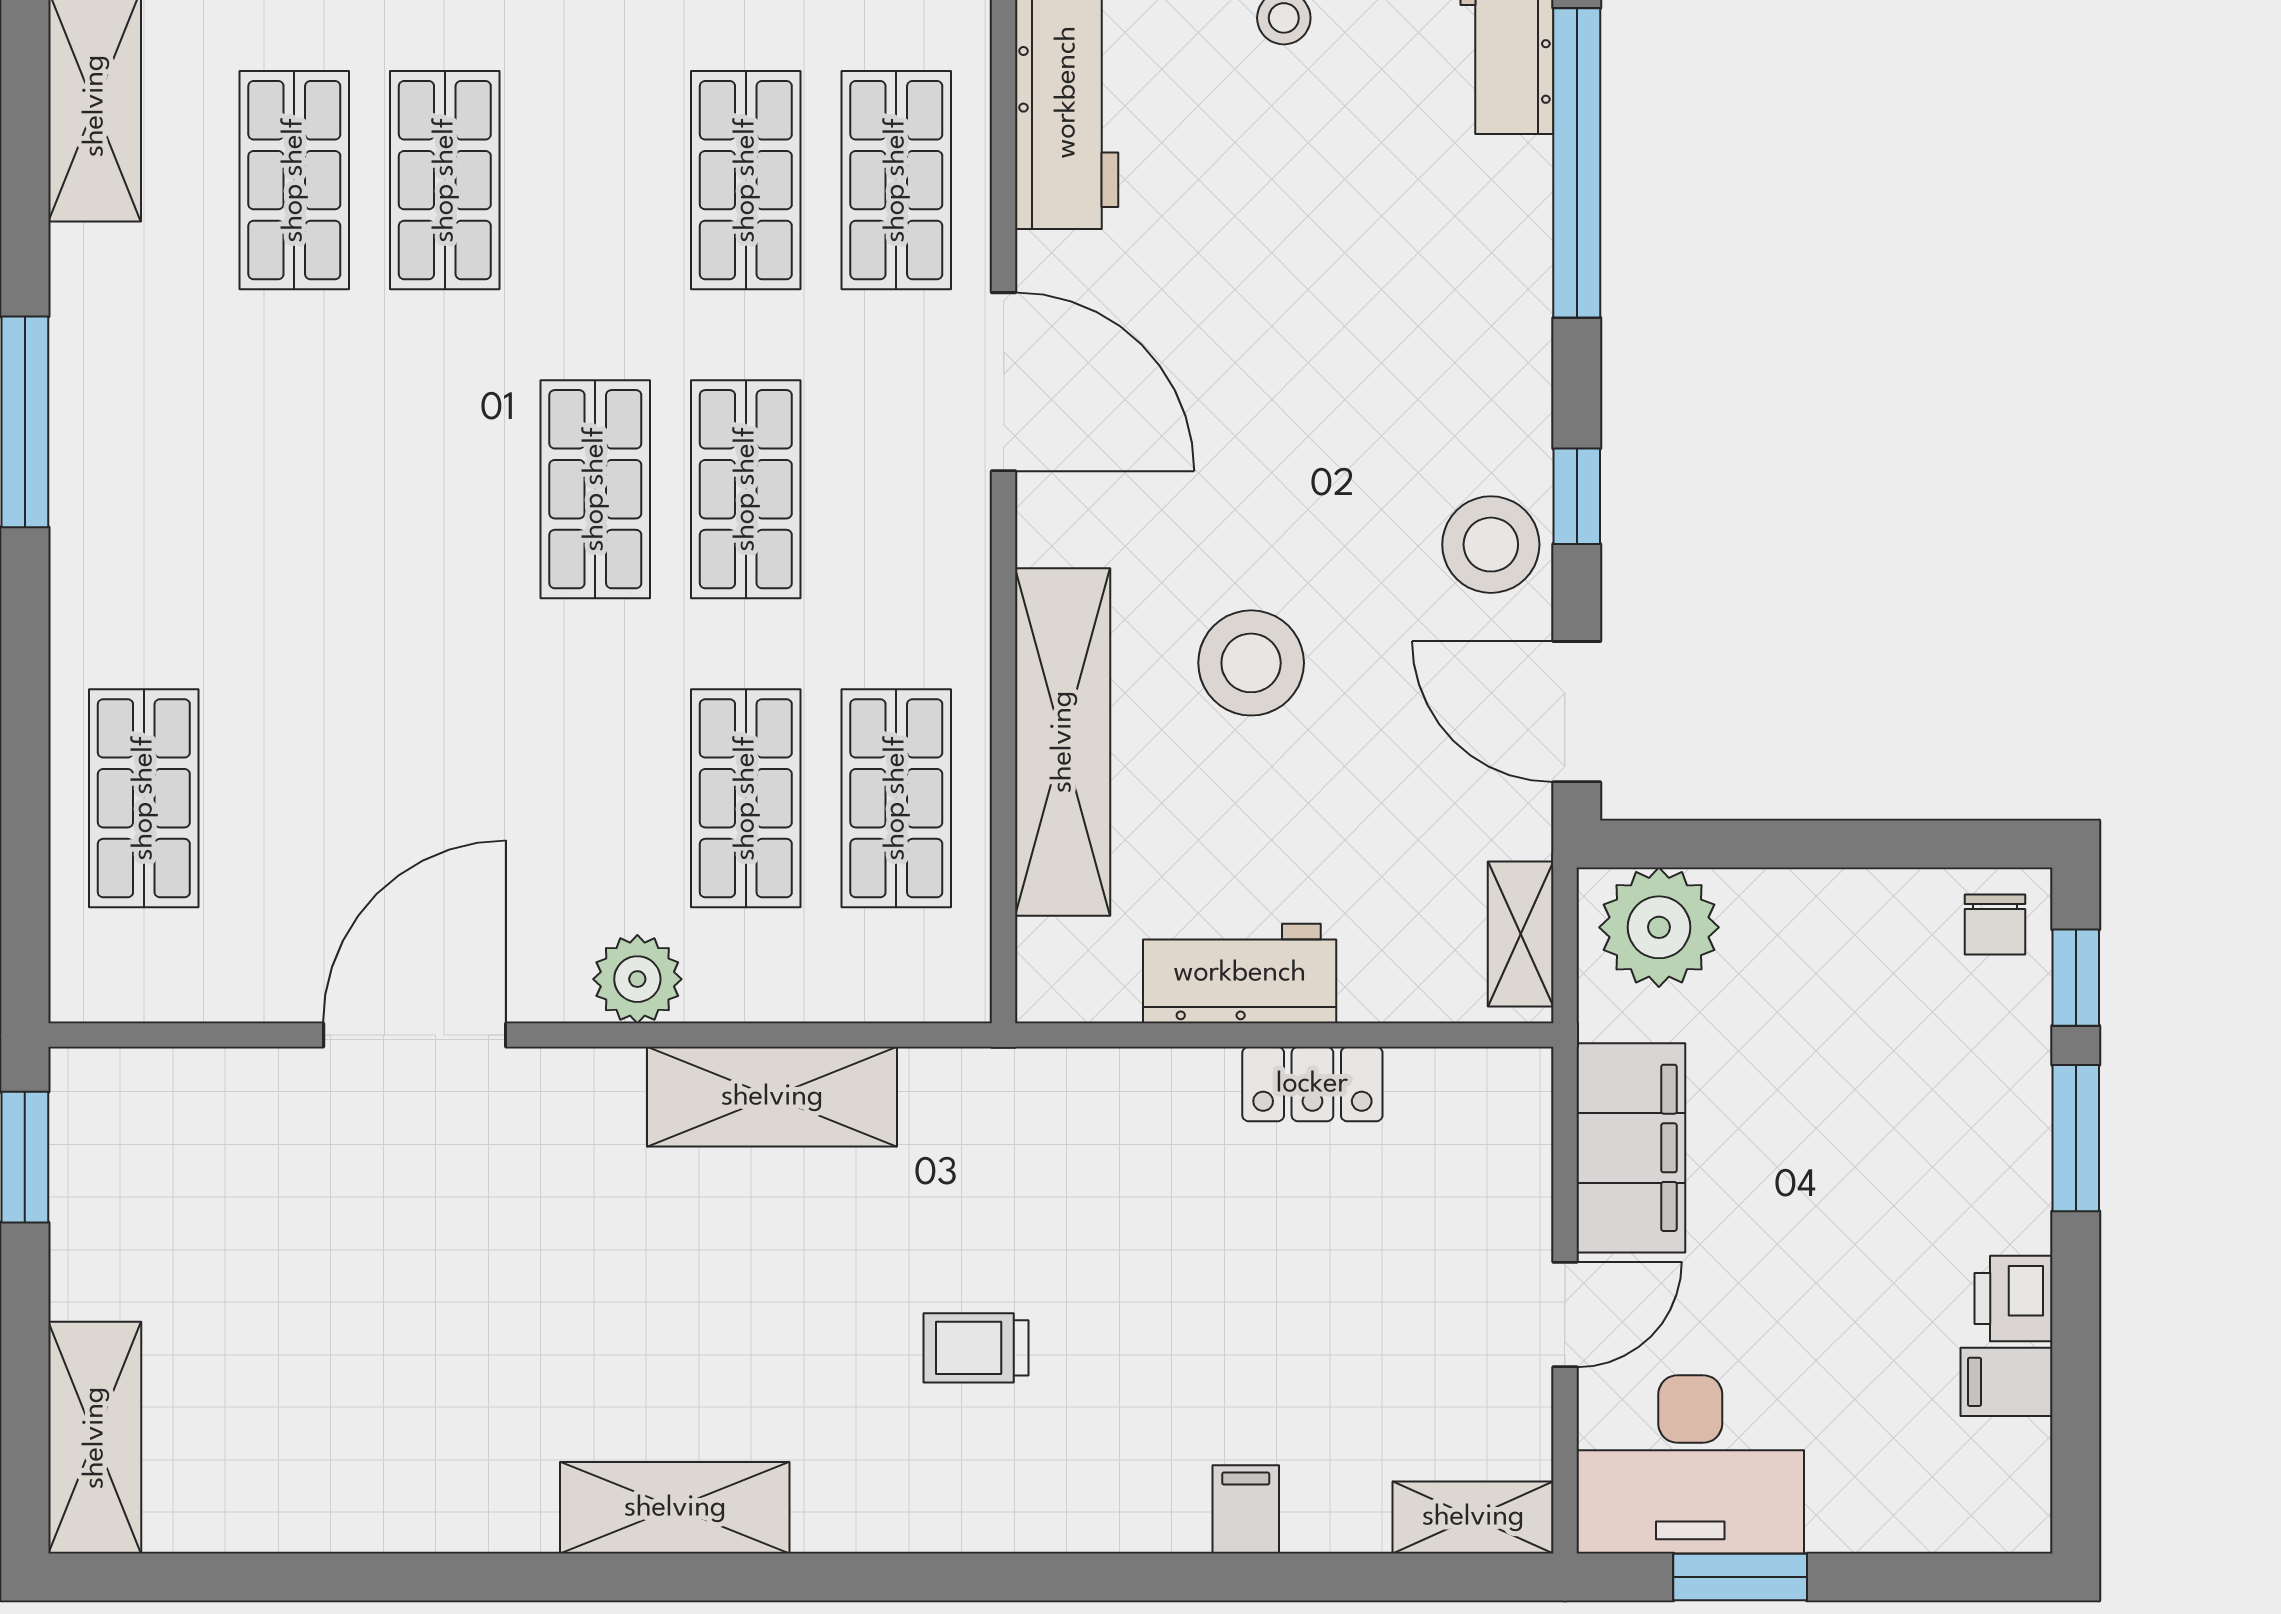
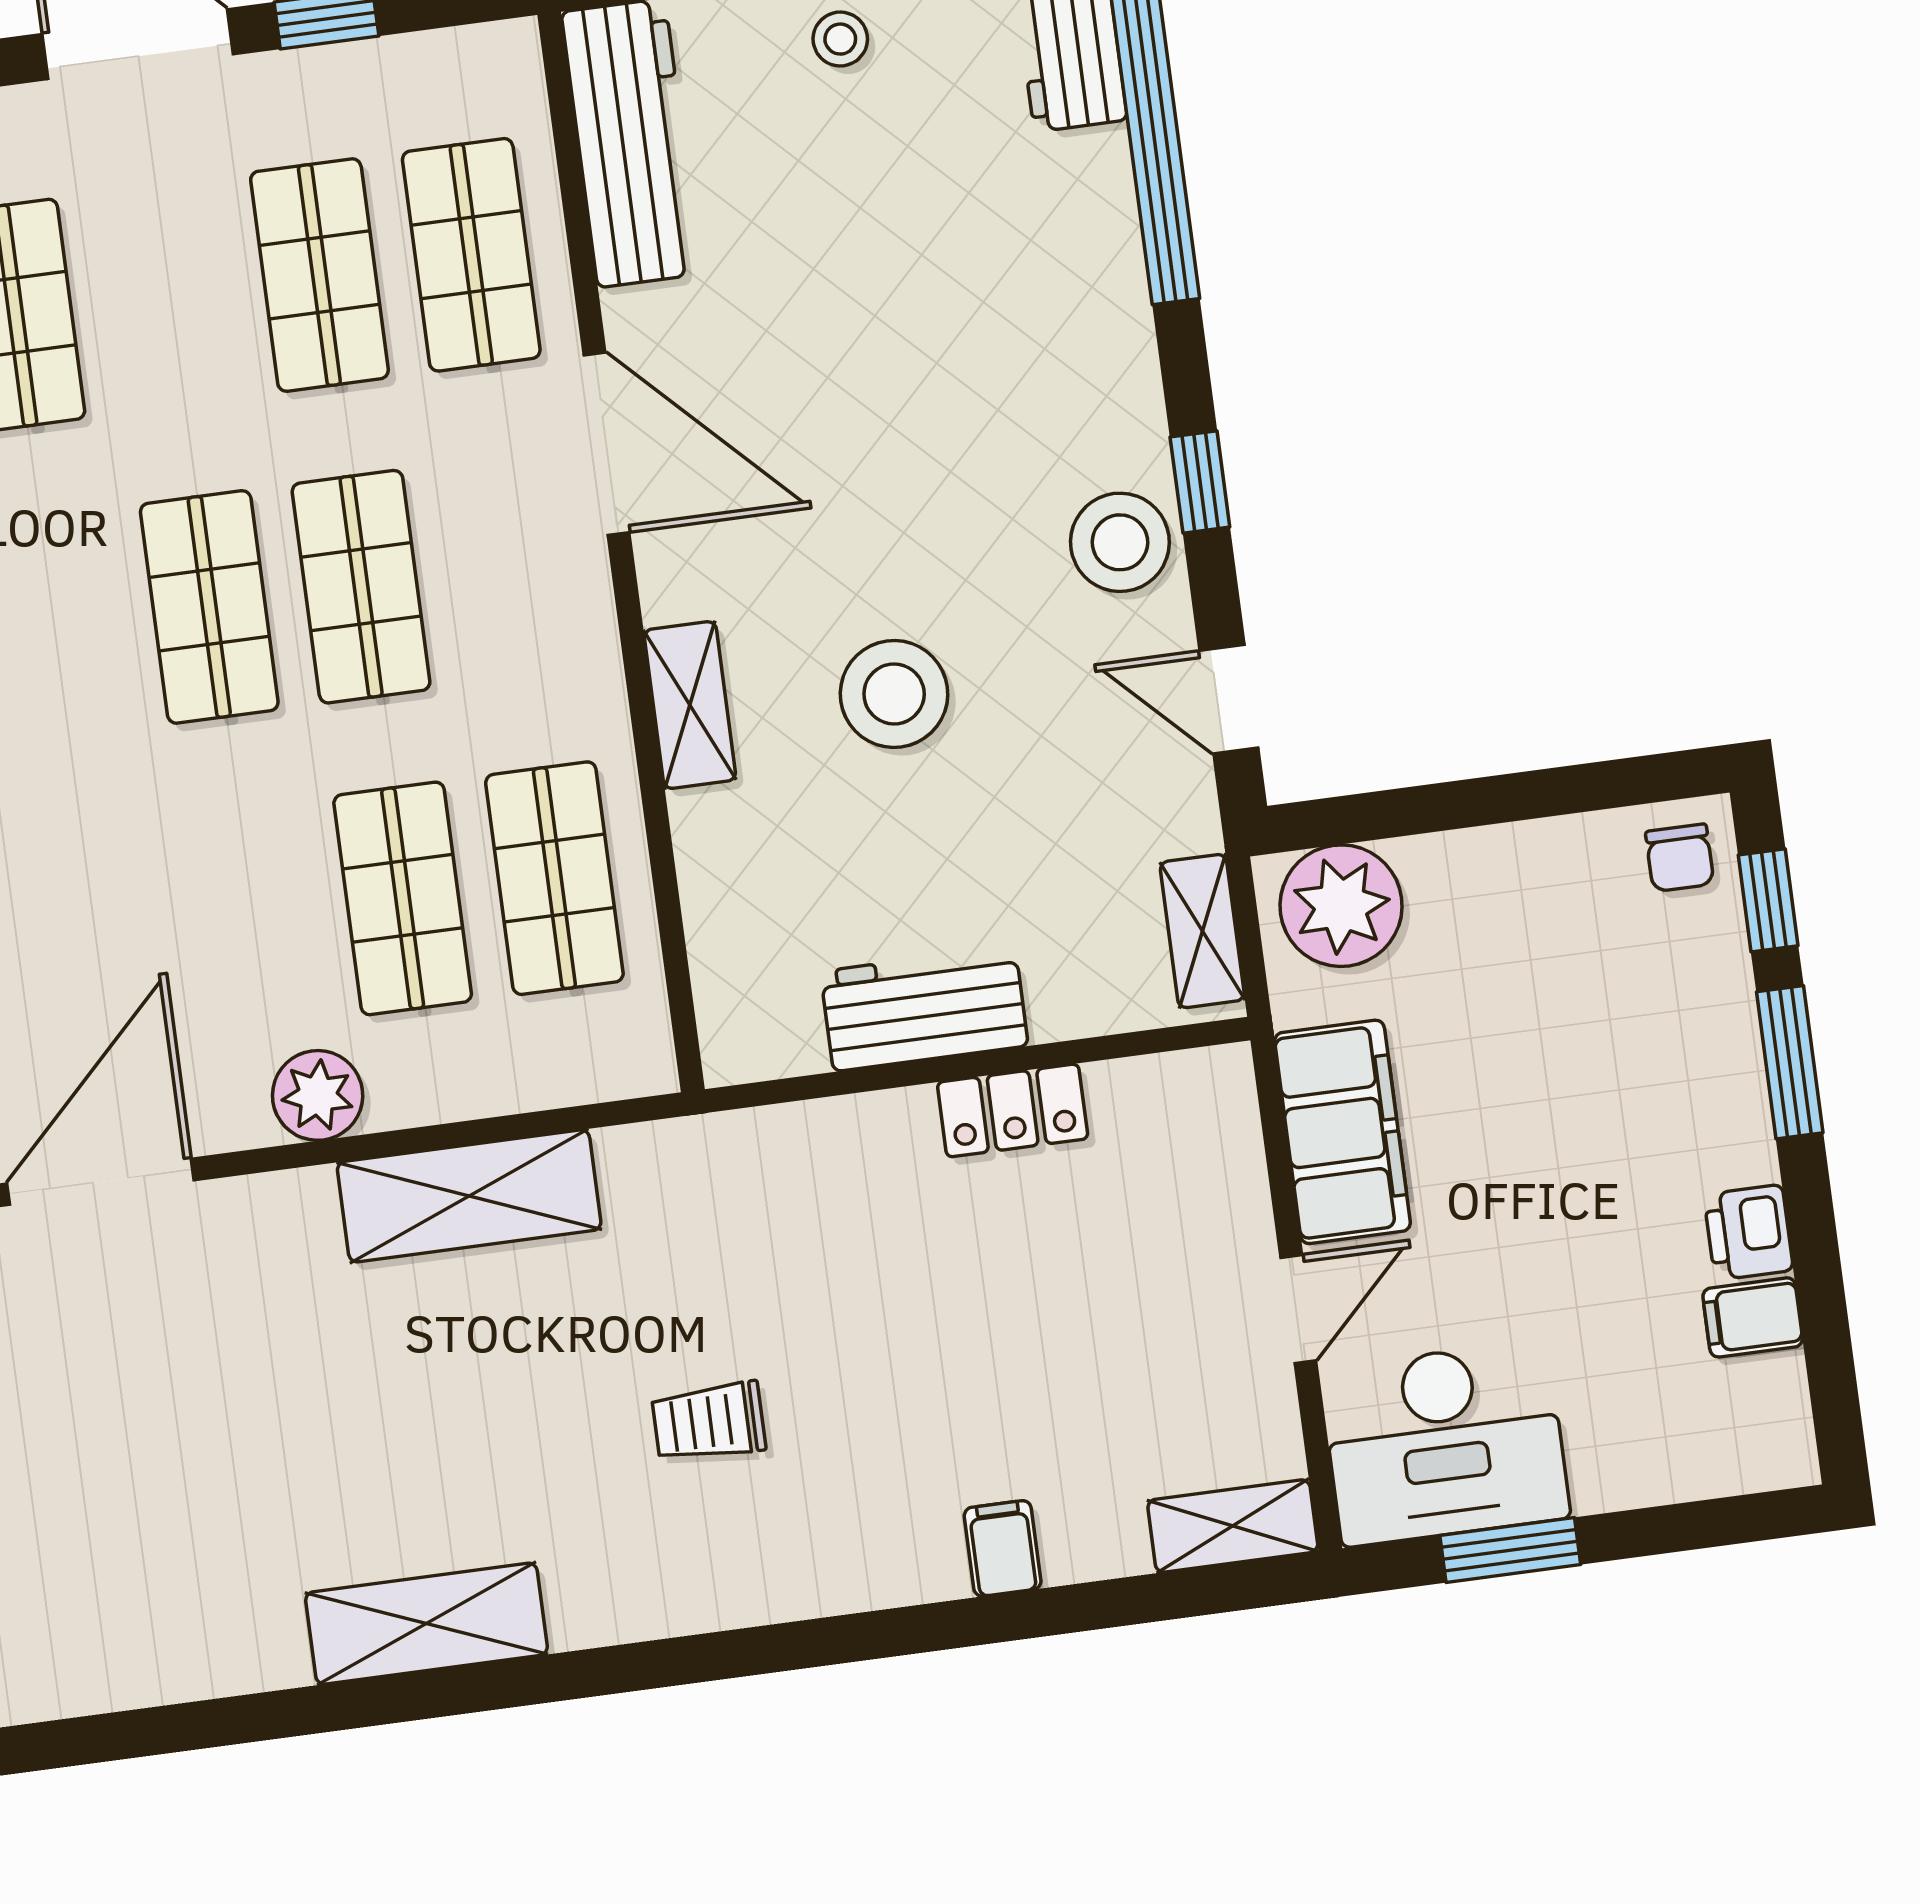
door: (1577, 712) -> (1229, 699), width x0.73
shelving: (1063, 742) -> (690, 705), width x0.45, depth x0.75

